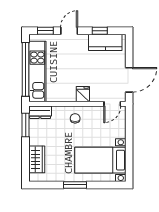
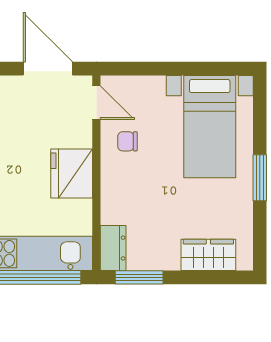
fridge: (83, 94) -> (72, 174), width x1.88, depth x1.34
chair: (75, 118) -> (128, 141), moved

